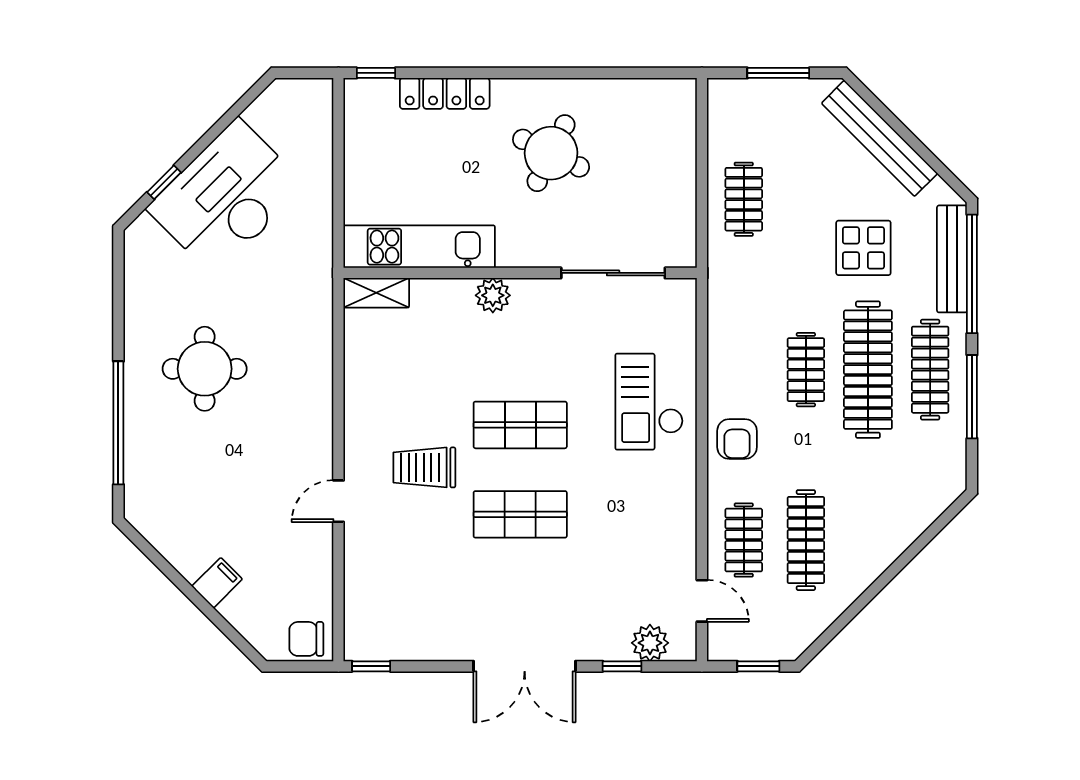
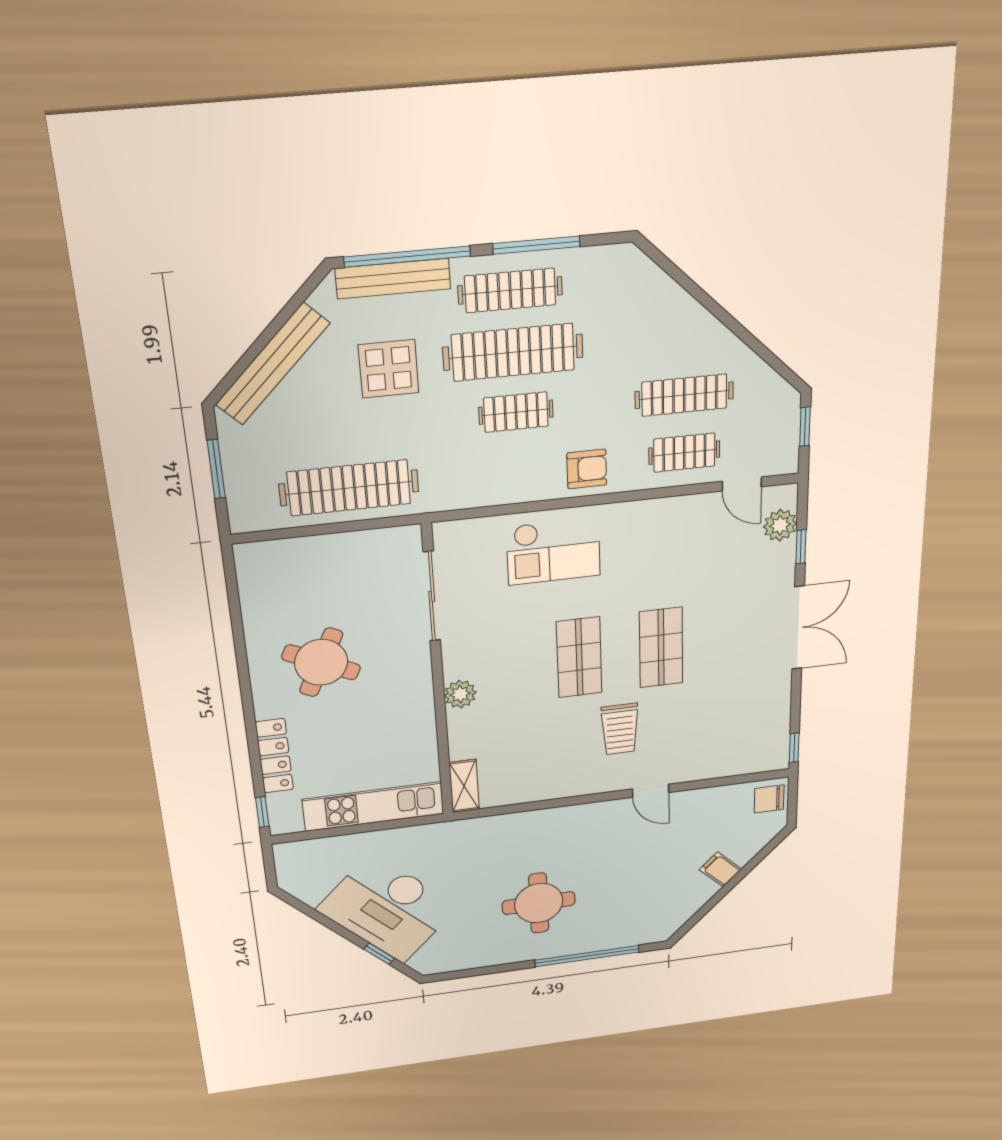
clothes rail: (744, 199) -> (349, 488), width x1.86, depth x1.31
kitchen unit: (419, 247) -> (373, 806), moved, turned 90
door: (702, 601) -> (742, 484), swing flipped
chair: (306, 639) -> (769, 799), turned 90

